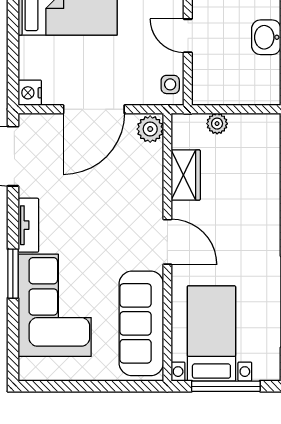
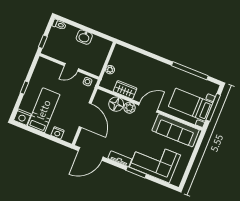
nightstand: (30, 93) -> (58, 133), moved
plant: (150, 129) -> (130, 108), moved
floor lamp: (146, 168) -> (116, 104), added

